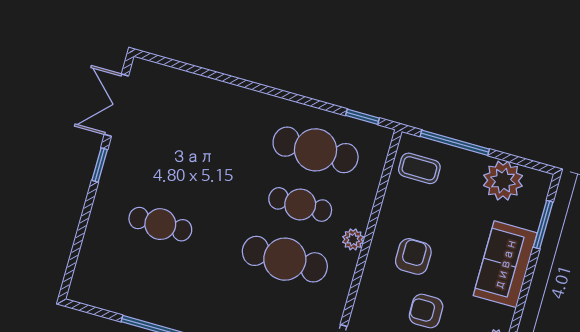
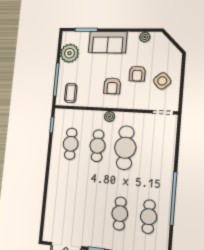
cafe table: (316, 150) -> (71, 144), width x0.73, depth x0.74
armchair: (413, 256) -> (112, 86), turned -90
cafe table: (145, 279) -> (149, 217), added

